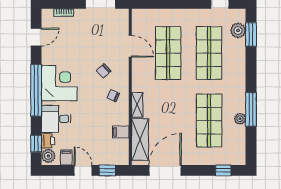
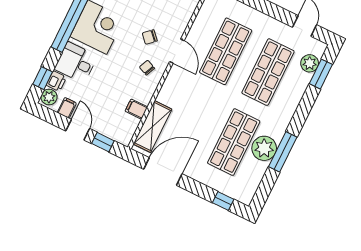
door: (130, 46) -> (177, 51), moved
shelving: (137, 105) -> (167, 89), removed
plant: (240, 119) -> (264, 148), width x1.88, depth x1.88

